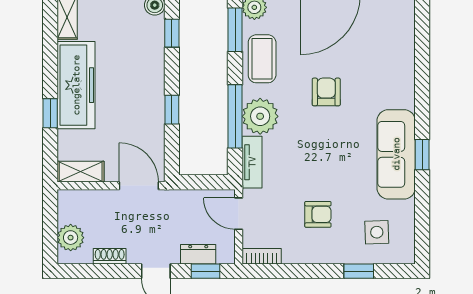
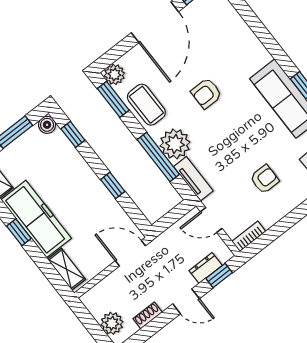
armchair: (326, 92) -> (206, 93), turned -90
window: (50, 113) -> (19, 232), moved
shelving: (81, 172) -> (67, 269), moved, turned 90

